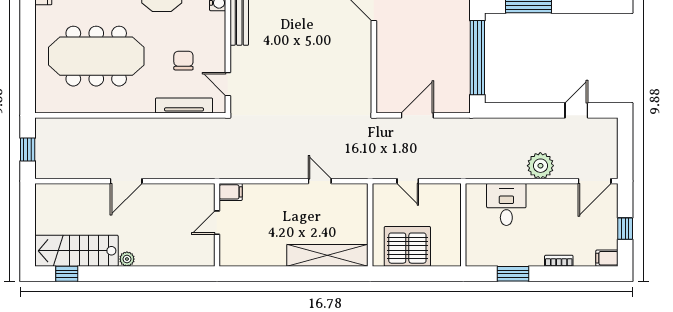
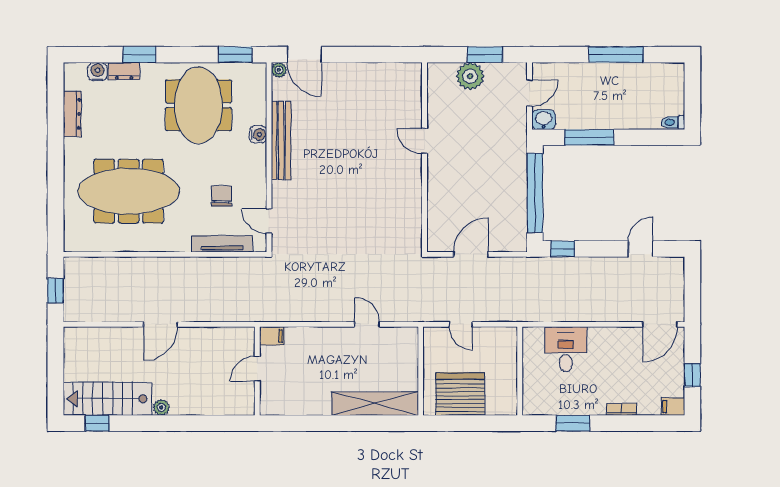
window: (504, 110) -> (563, 249), added
plant: (540, 166) -> (602, 308), removed

